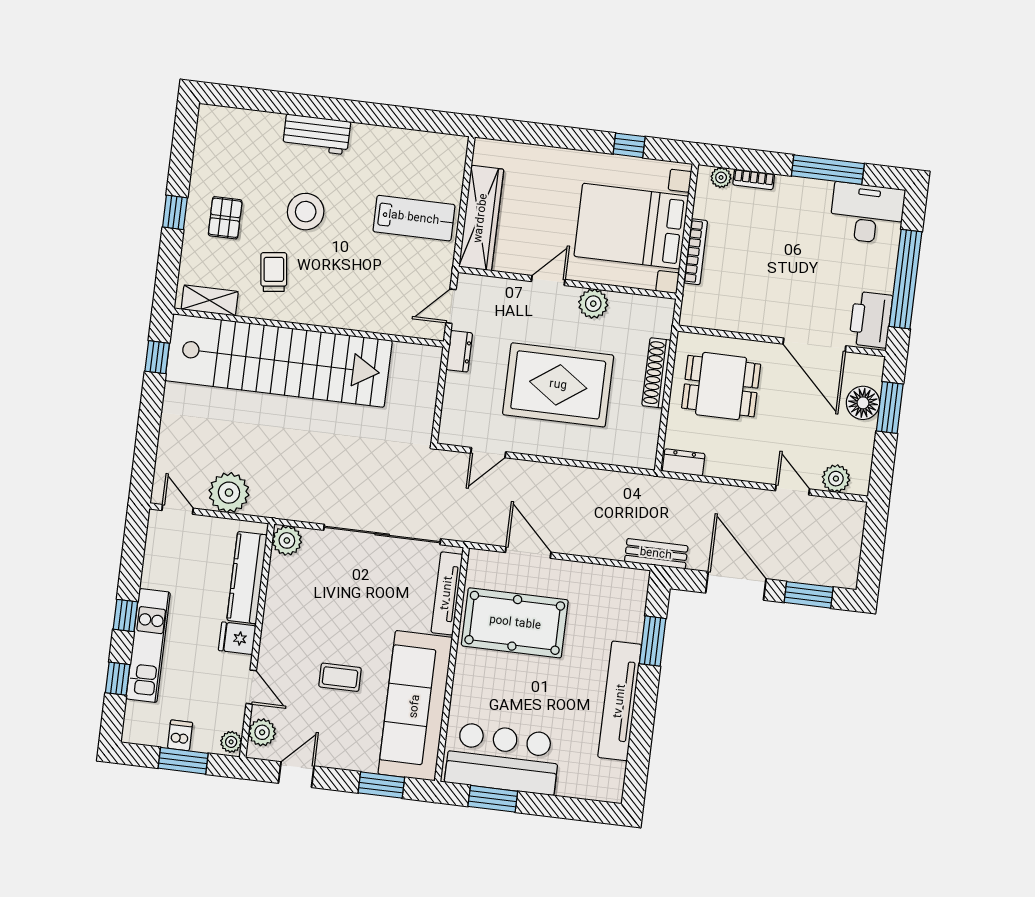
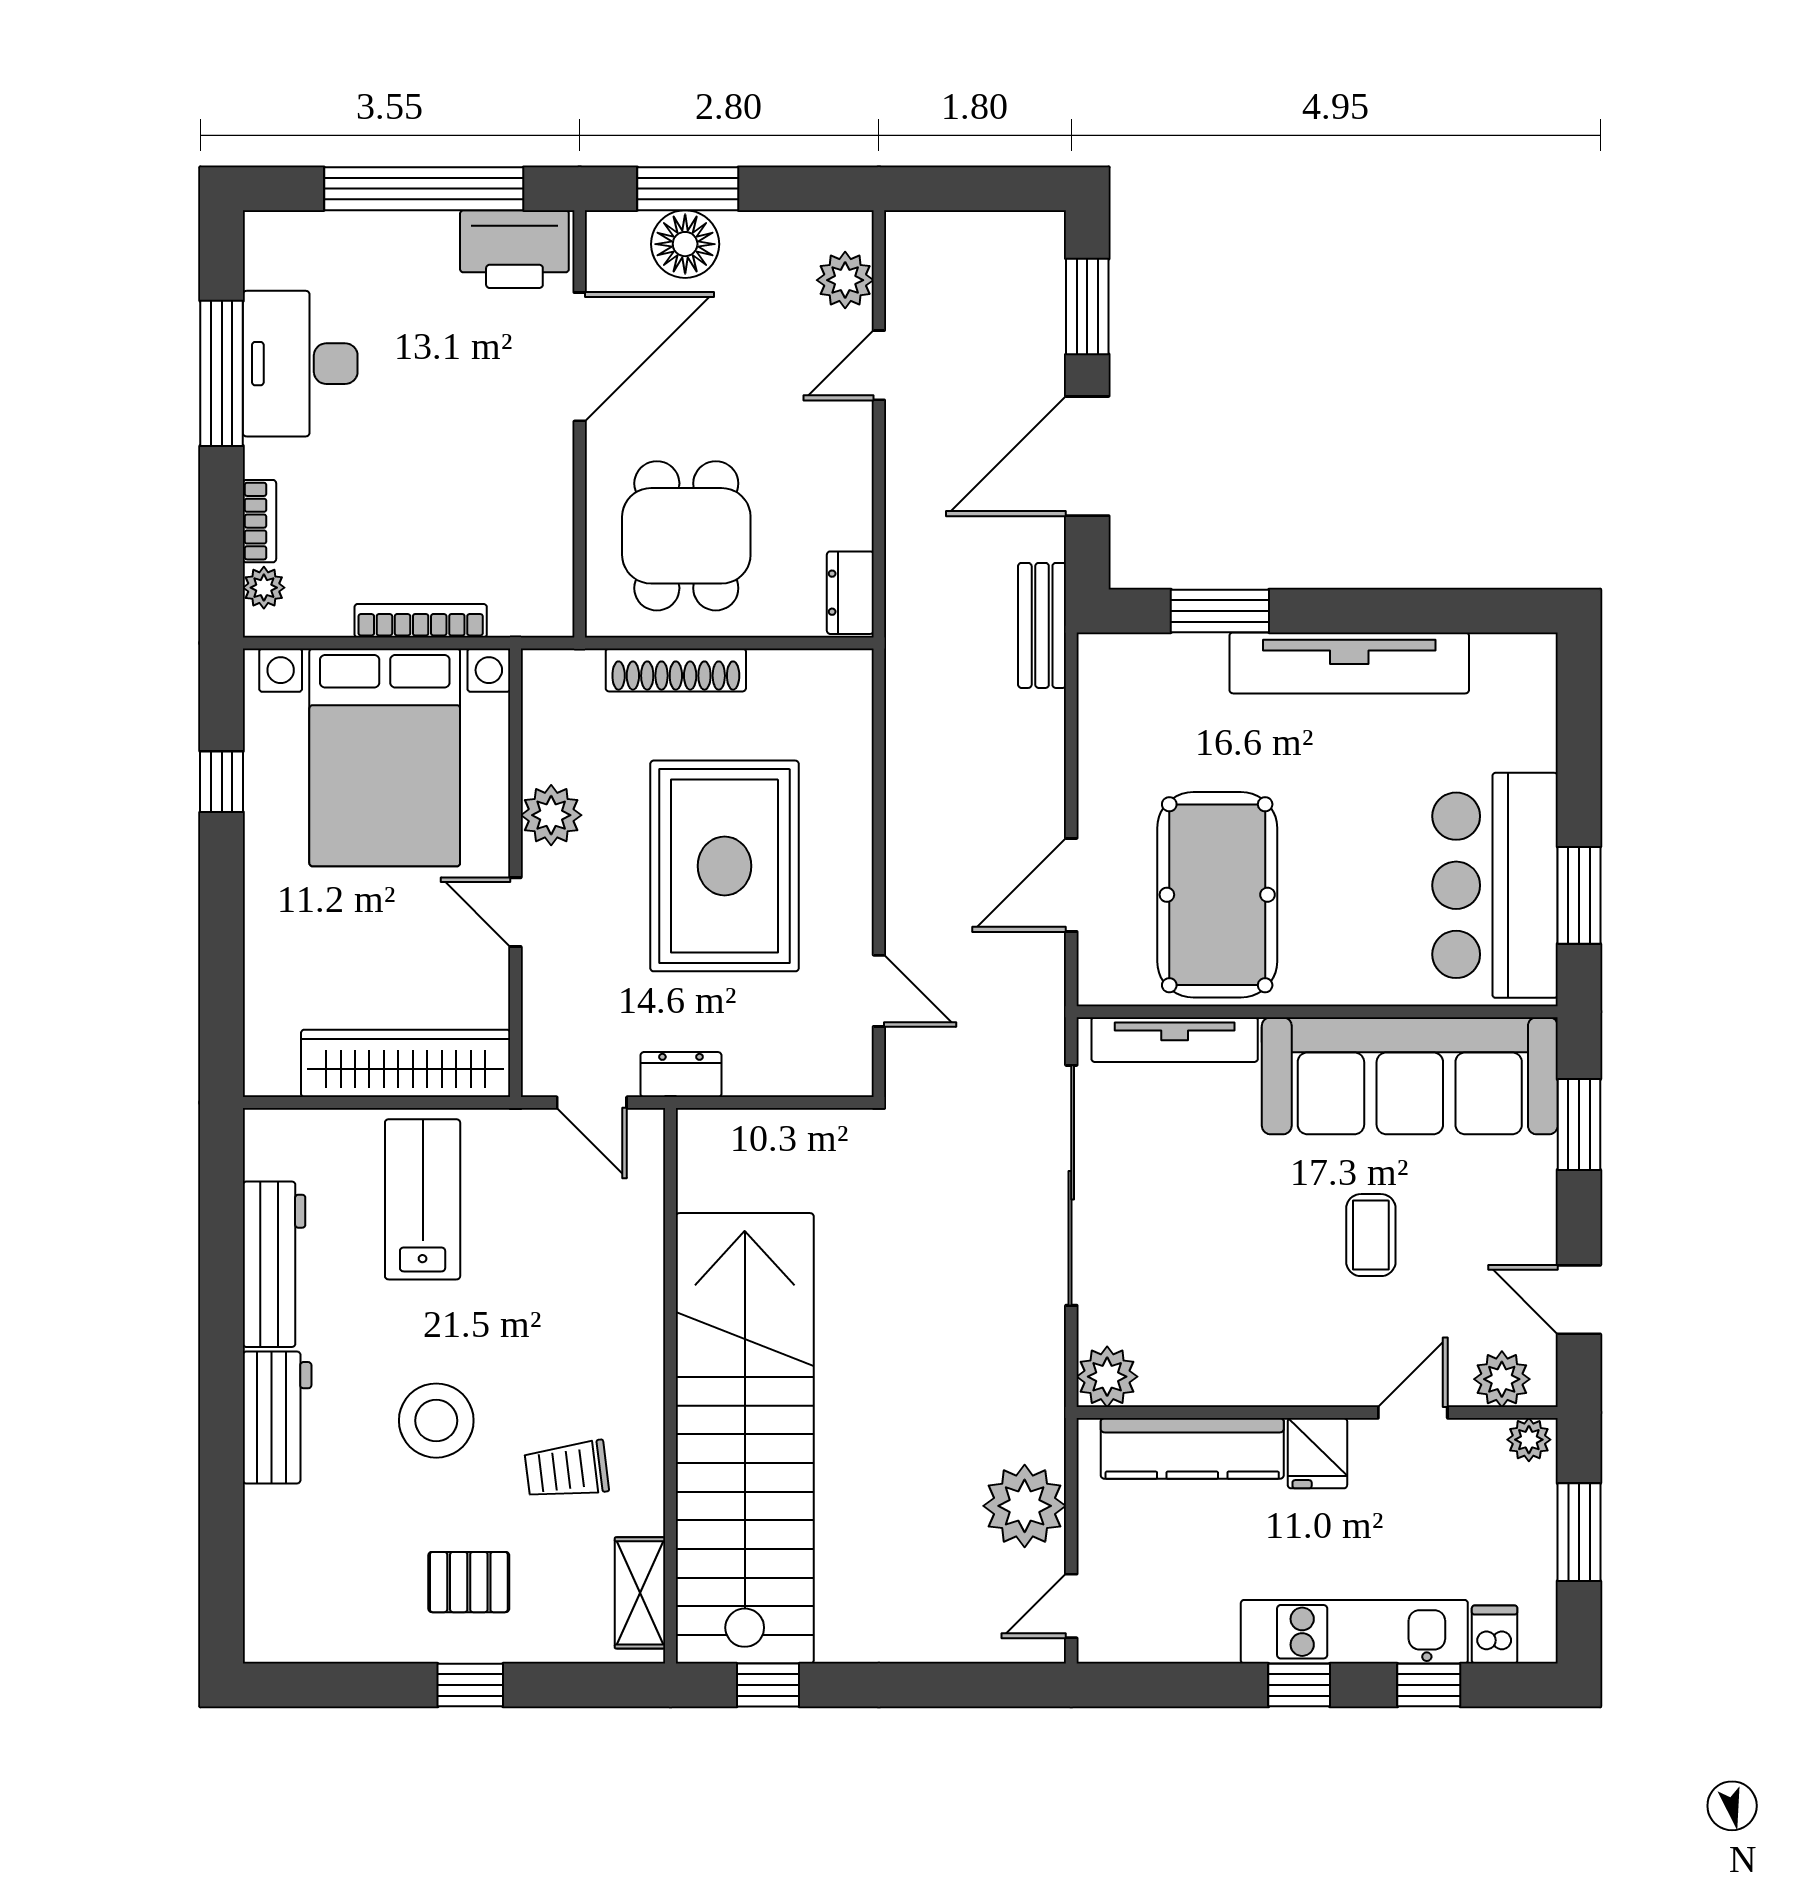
workbench: (391, 142) -> (274, 1264), added
desk: (867, 213) -> (300, 364), moved
dishwasher: (180, 735) -> (1495, 1635), moved, turned 90

